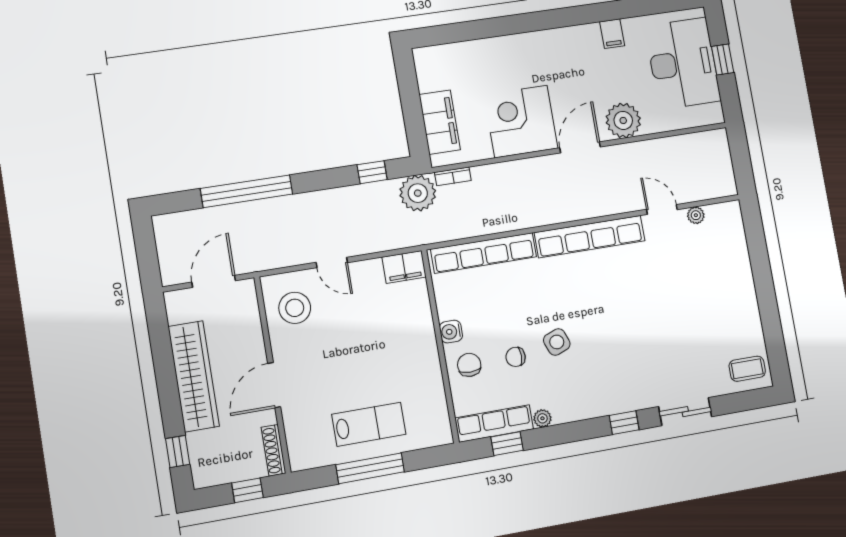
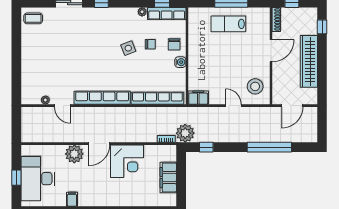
filing cabinet: (440, 122) -> (168, 178), moved

